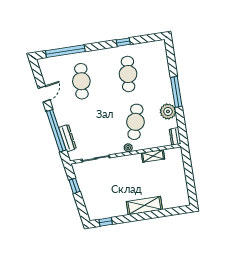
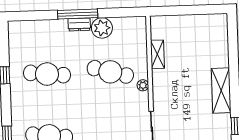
dresser: (175, 136) -> (79, 25), moved
shelving: (144, 206) -> (221, 91), moved

